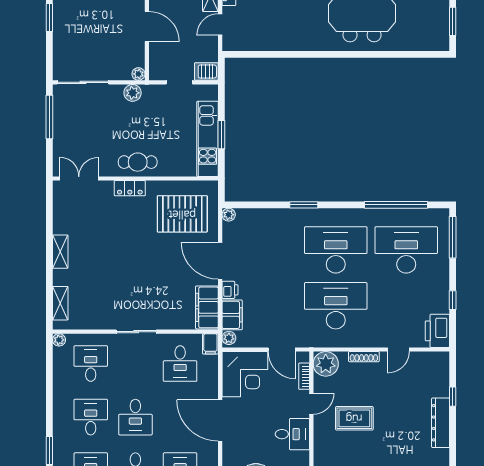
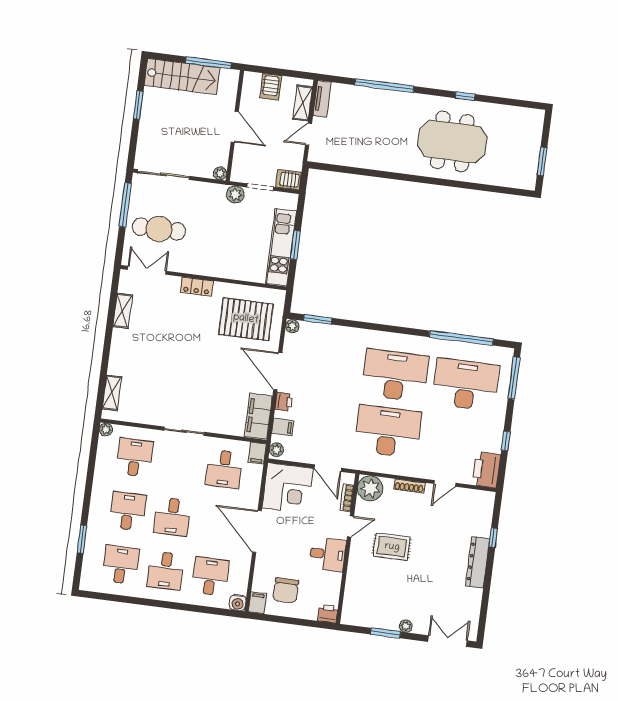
plant: (133, 93) -> (235, 195), moved
cafe table: (138, 162) -> (159, 229), moved, width x1.37, depth x1.35
window: (304, 205) -> (318, 319), moved
shelving: (60, 252) -> (123, 311), moved
filing cabinet: (232, 315) -> (283, 427), width x0.50

